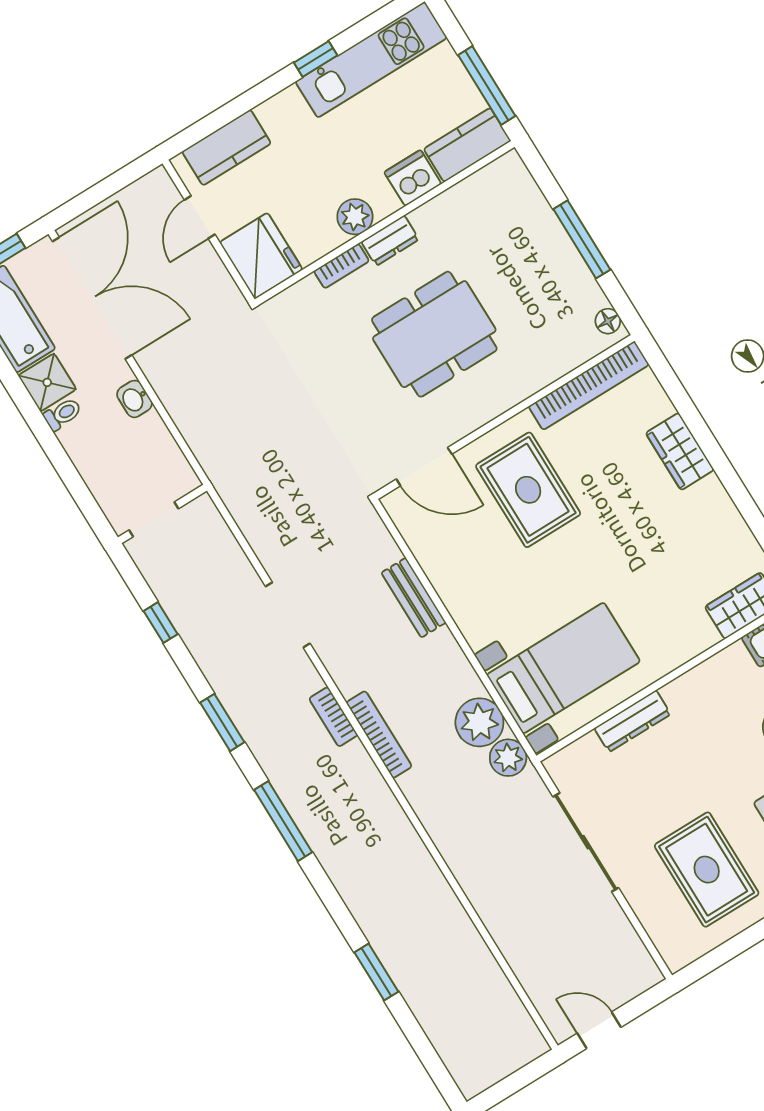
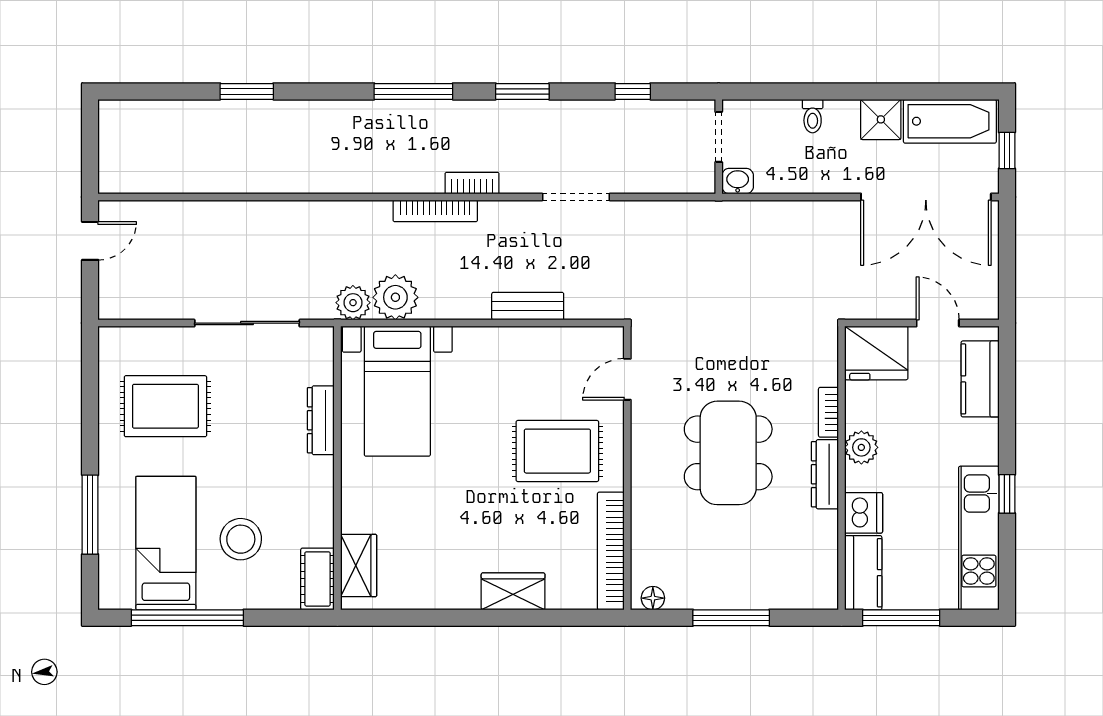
dresser: (390, 241) -> (825, 474), width x1.44
washbasin: (134, 399) -> (738, 181), moved
toilet: (63, 414) -> (813, 116), moved
door: (424, 467) -> (627, 379), width x0.73

